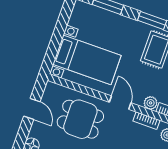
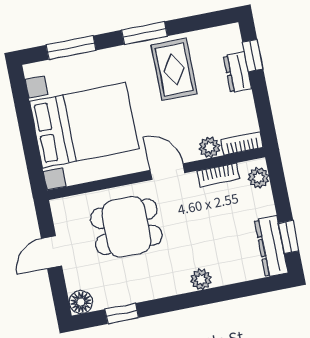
bed with nightstands: (87, 60) -> (84, 125), width x1.36
door: (32, 109) -> (51, 252), swing flipped

